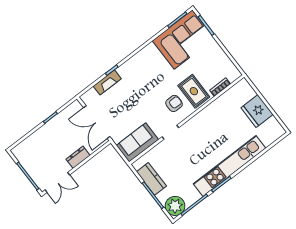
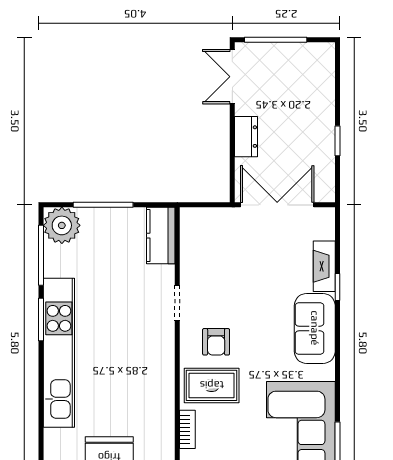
sofa: (137, 142) -> (315, 328), moved, turned 180
kitchen counter: (151, 179) -> (161, 236), moved, turned 90

